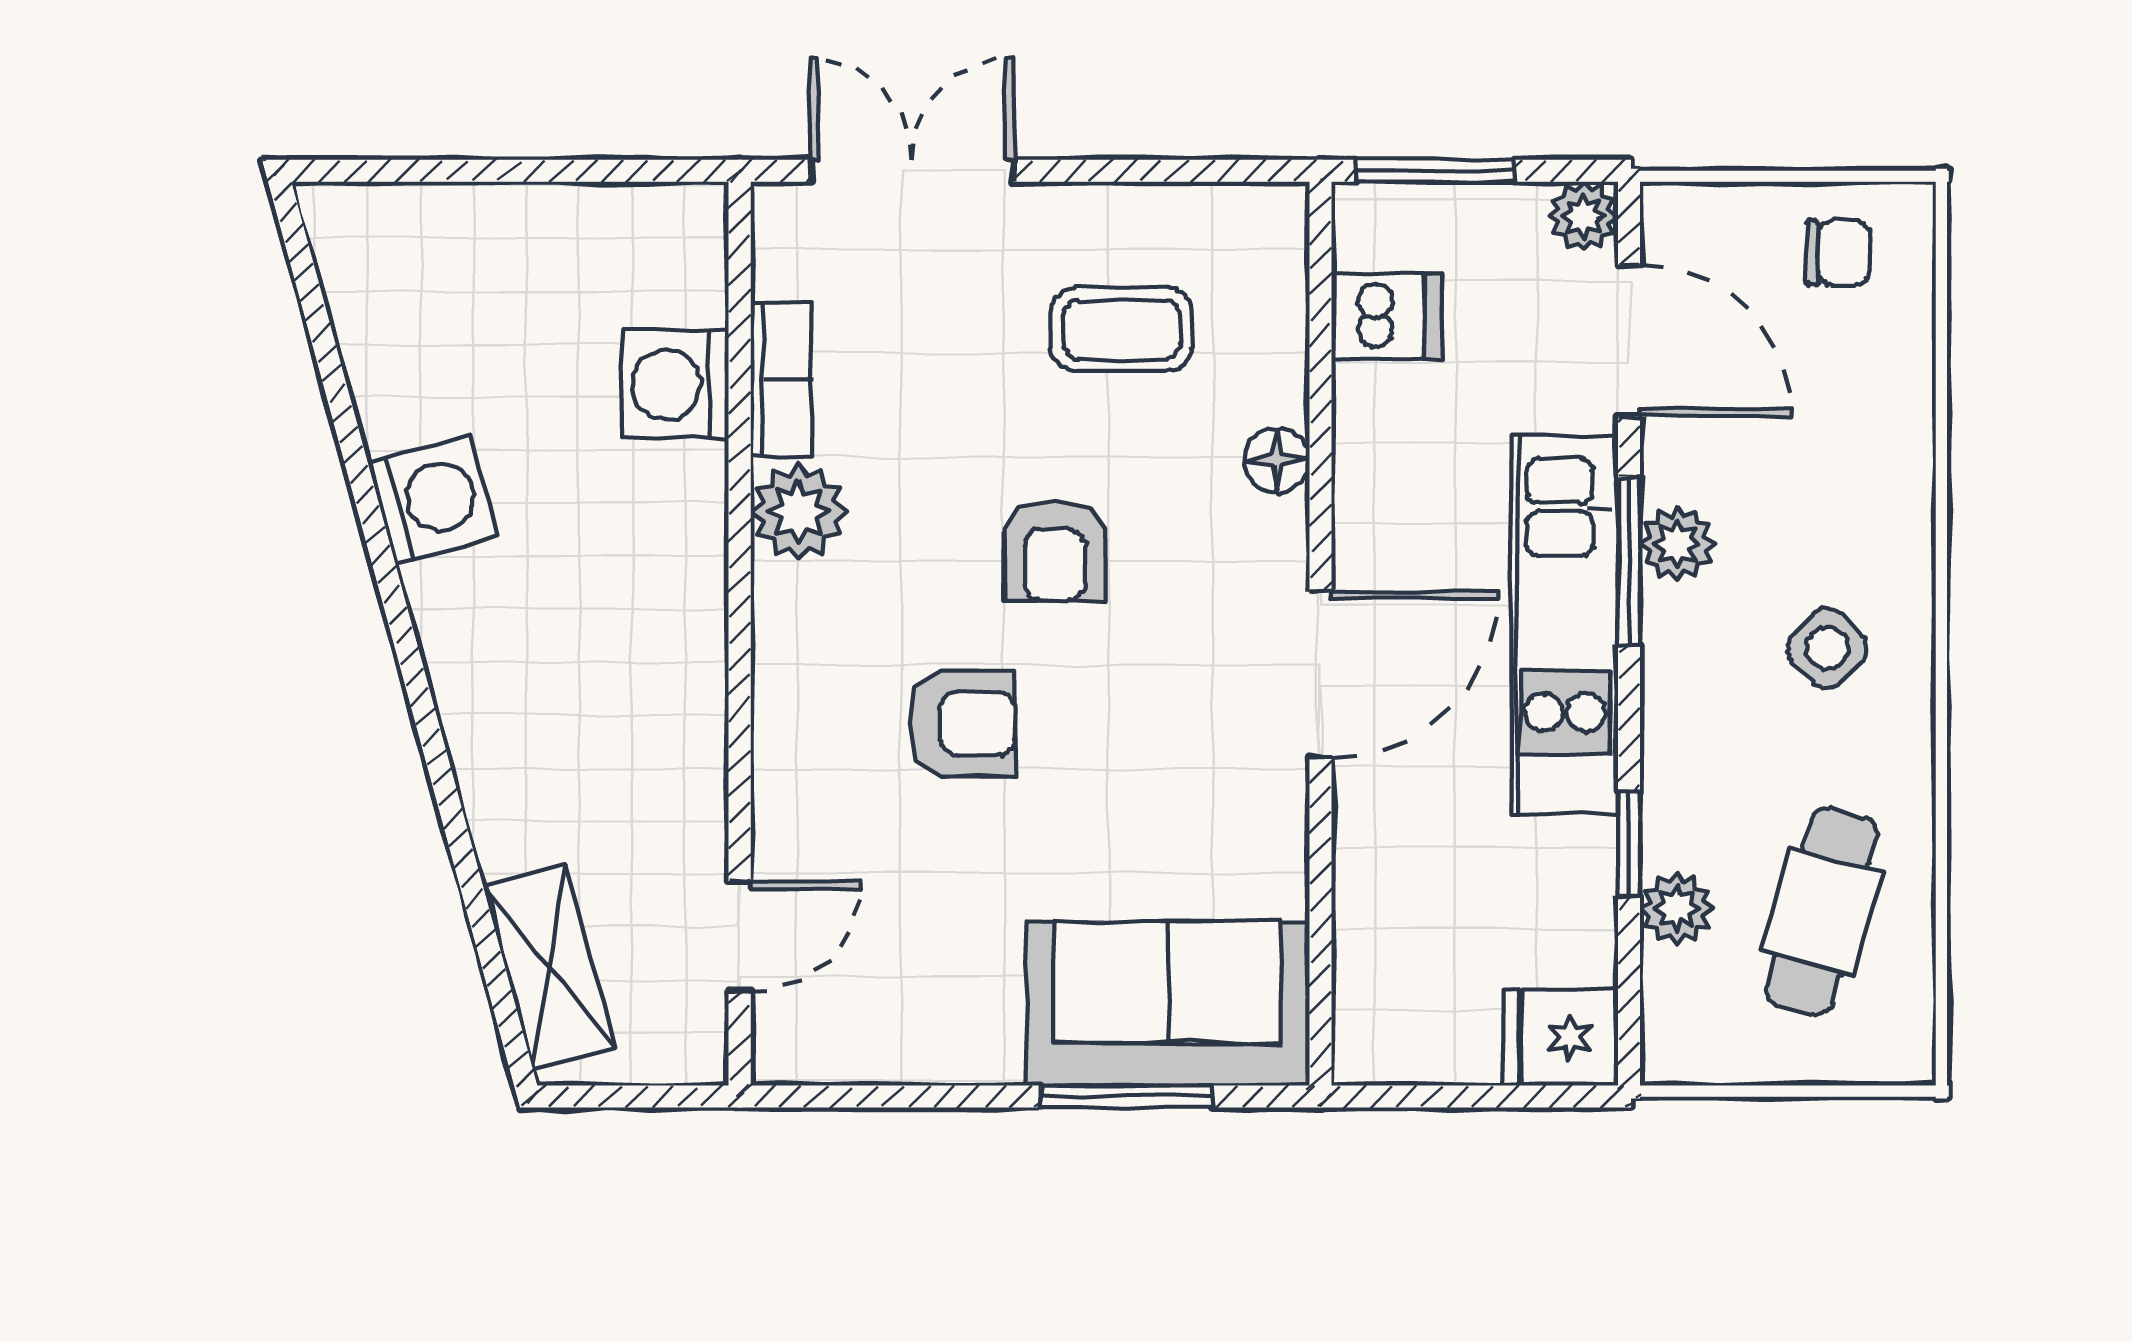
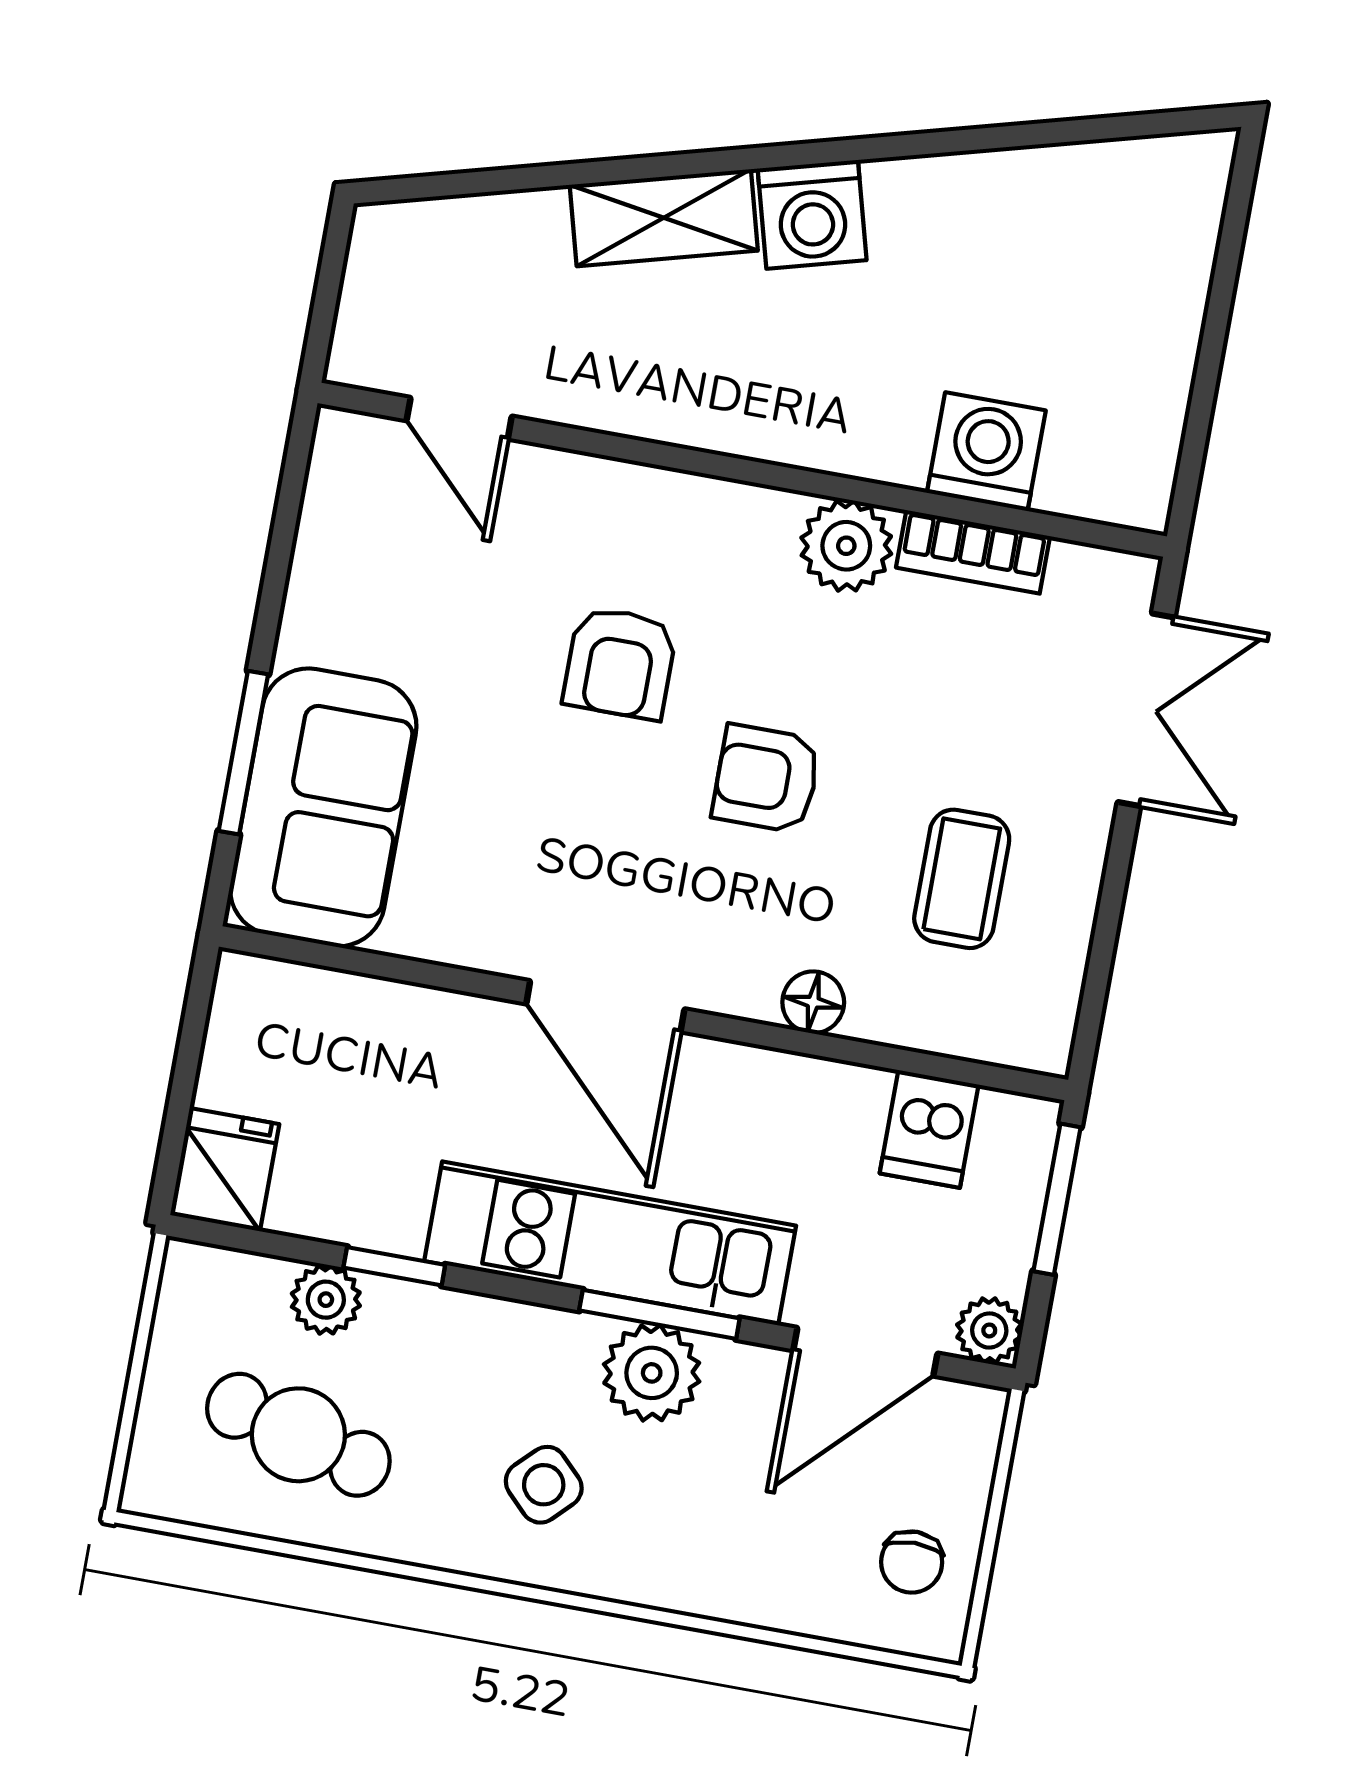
washing machine: (432, 500) -> (812, 214), moved
plant: (1677, 544) -> (652, 1373), width x1.38, depth x1.38
shelving: (549, 967) -> (664, 218), moved

